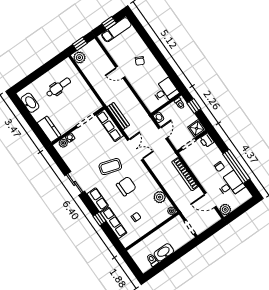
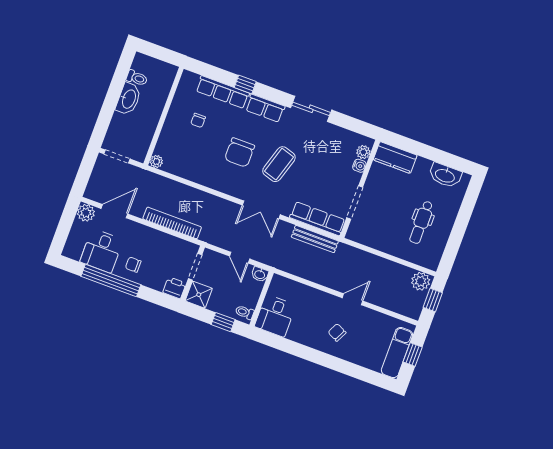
plant: (160, 197) -> (185, 169), removed

